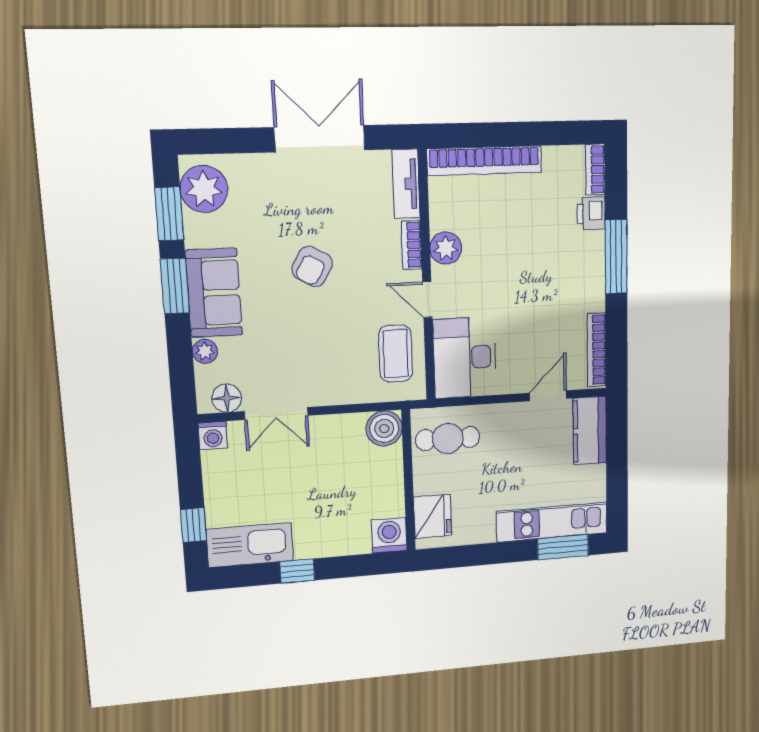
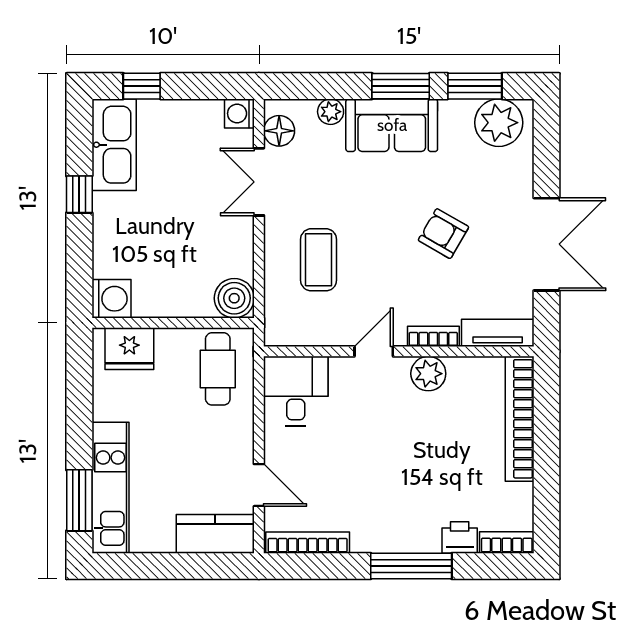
armchair: (312, 266) -> (443, 234), moved
coffee table: (396, 354) -> (319, 260), moved, turned 90
desk: (465, 358) -> (296, 391), width x0.73

